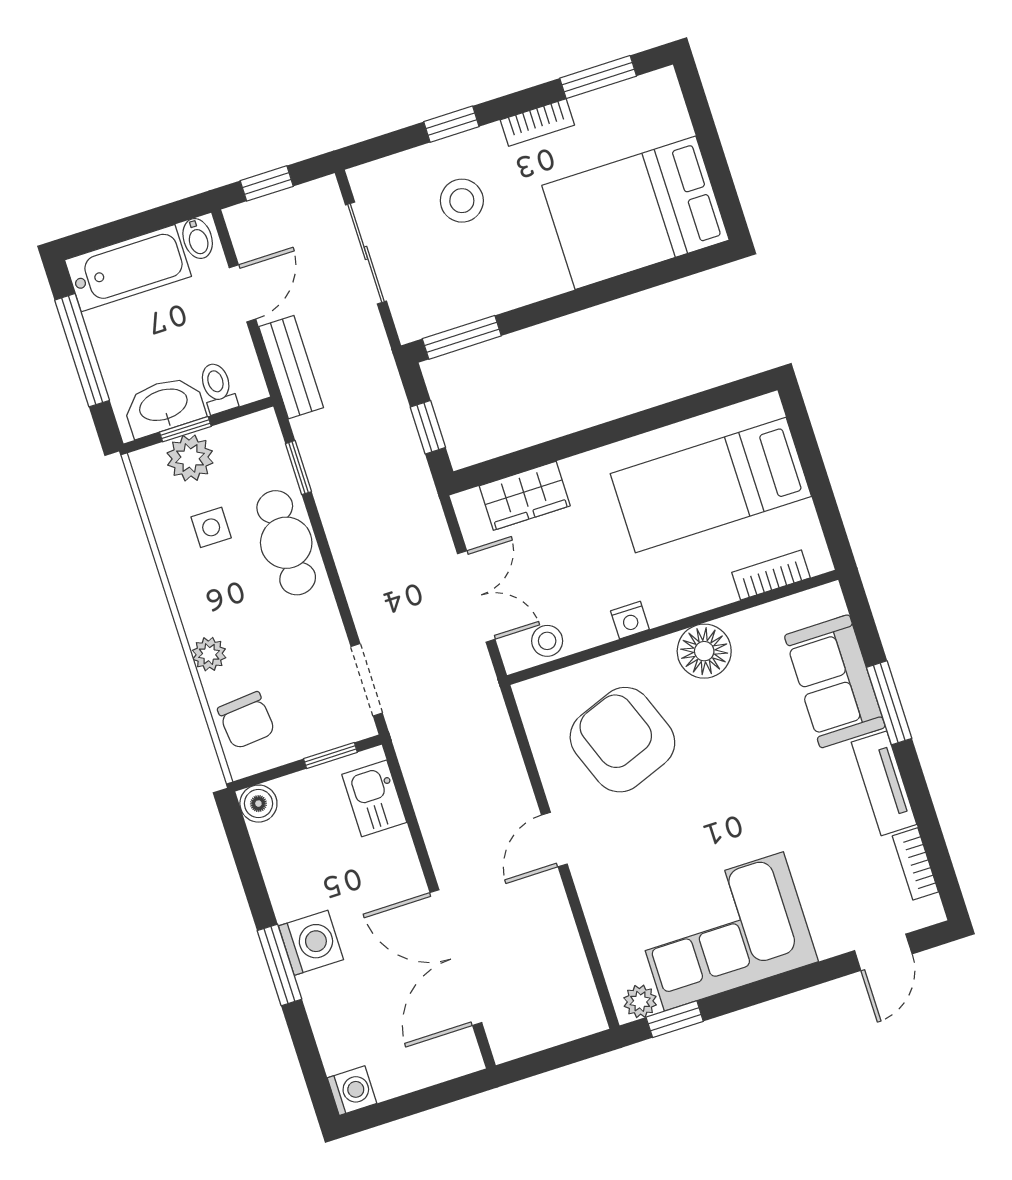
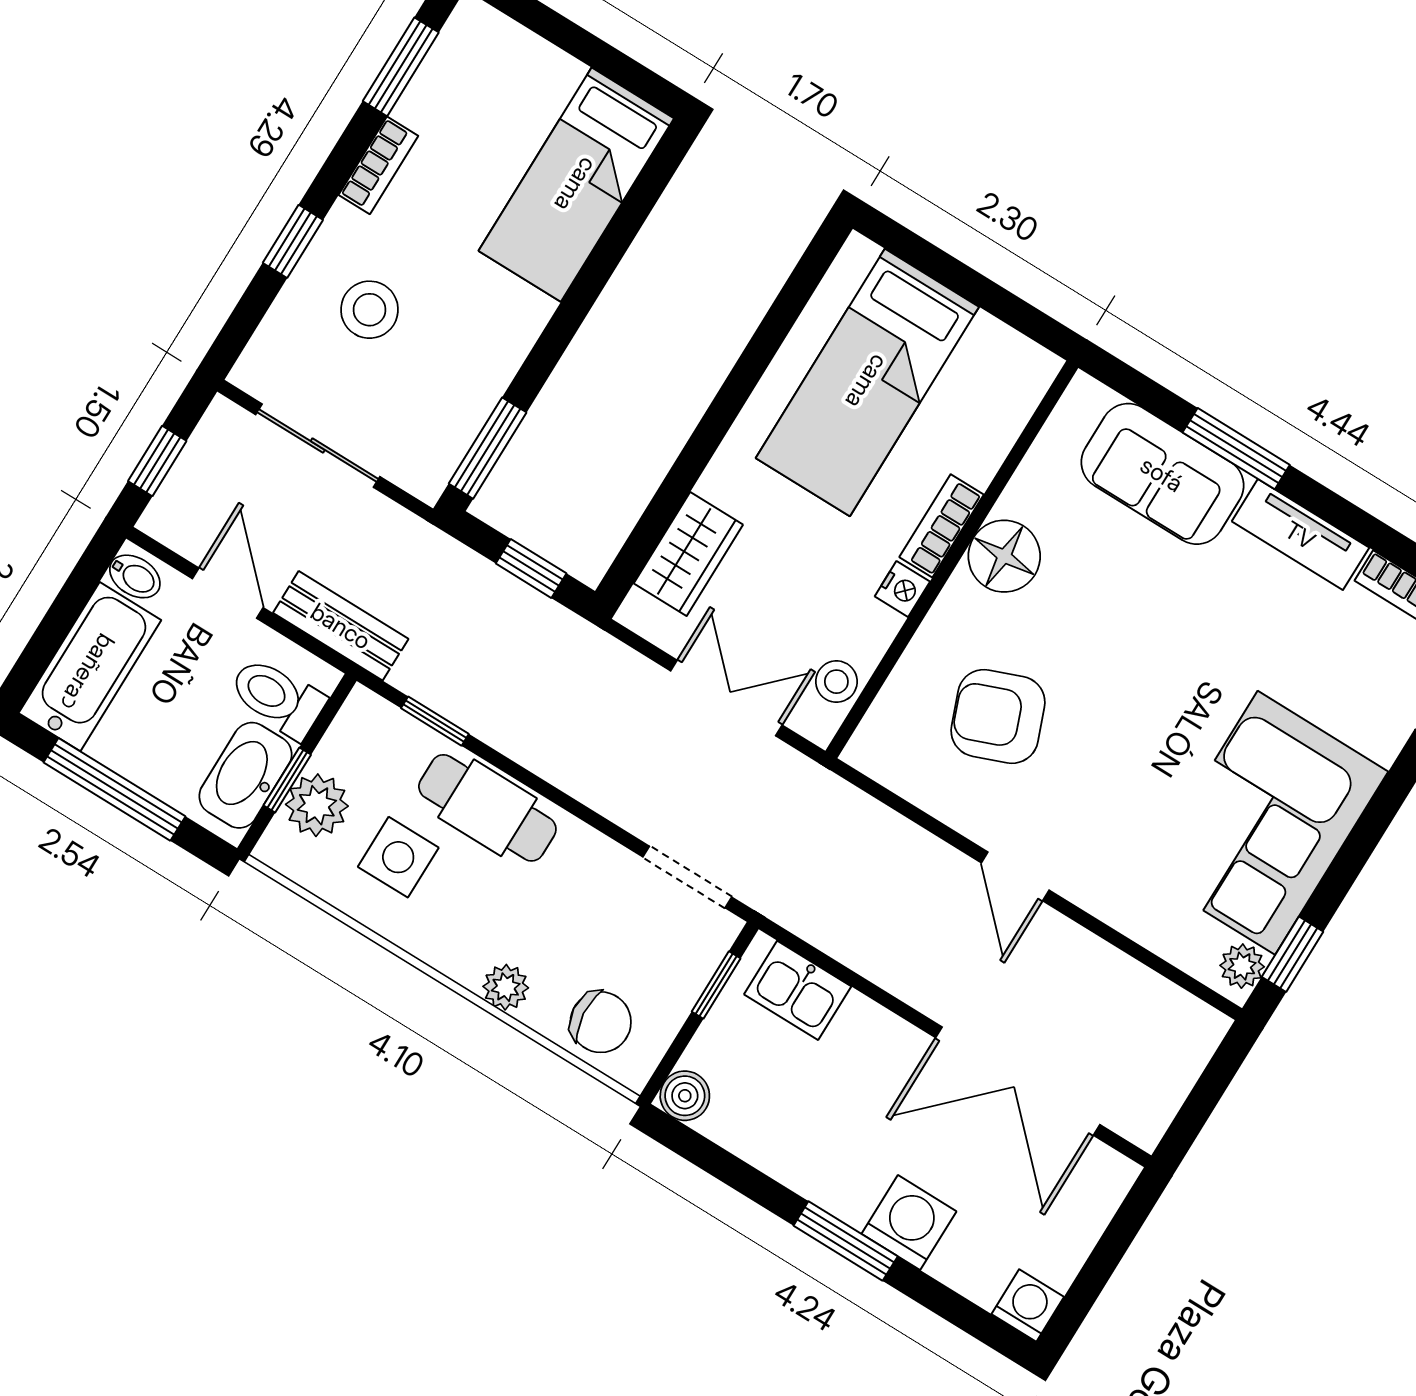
bed: (635, 213) -> (576, 185), width x0.67
toilet: (218, 388) -> (277, 698), width x1.37, depth x1.39
side table: (211, 527) -> (398, 857), width x1.37, depth x1.37
bookcase: (771, 575) -> (942, 526), moved
armchair: (622, 740) -> (998, 716), width x0.73, depth x0.73
washing machine: (311, 943) -> (909, 1223), moved

